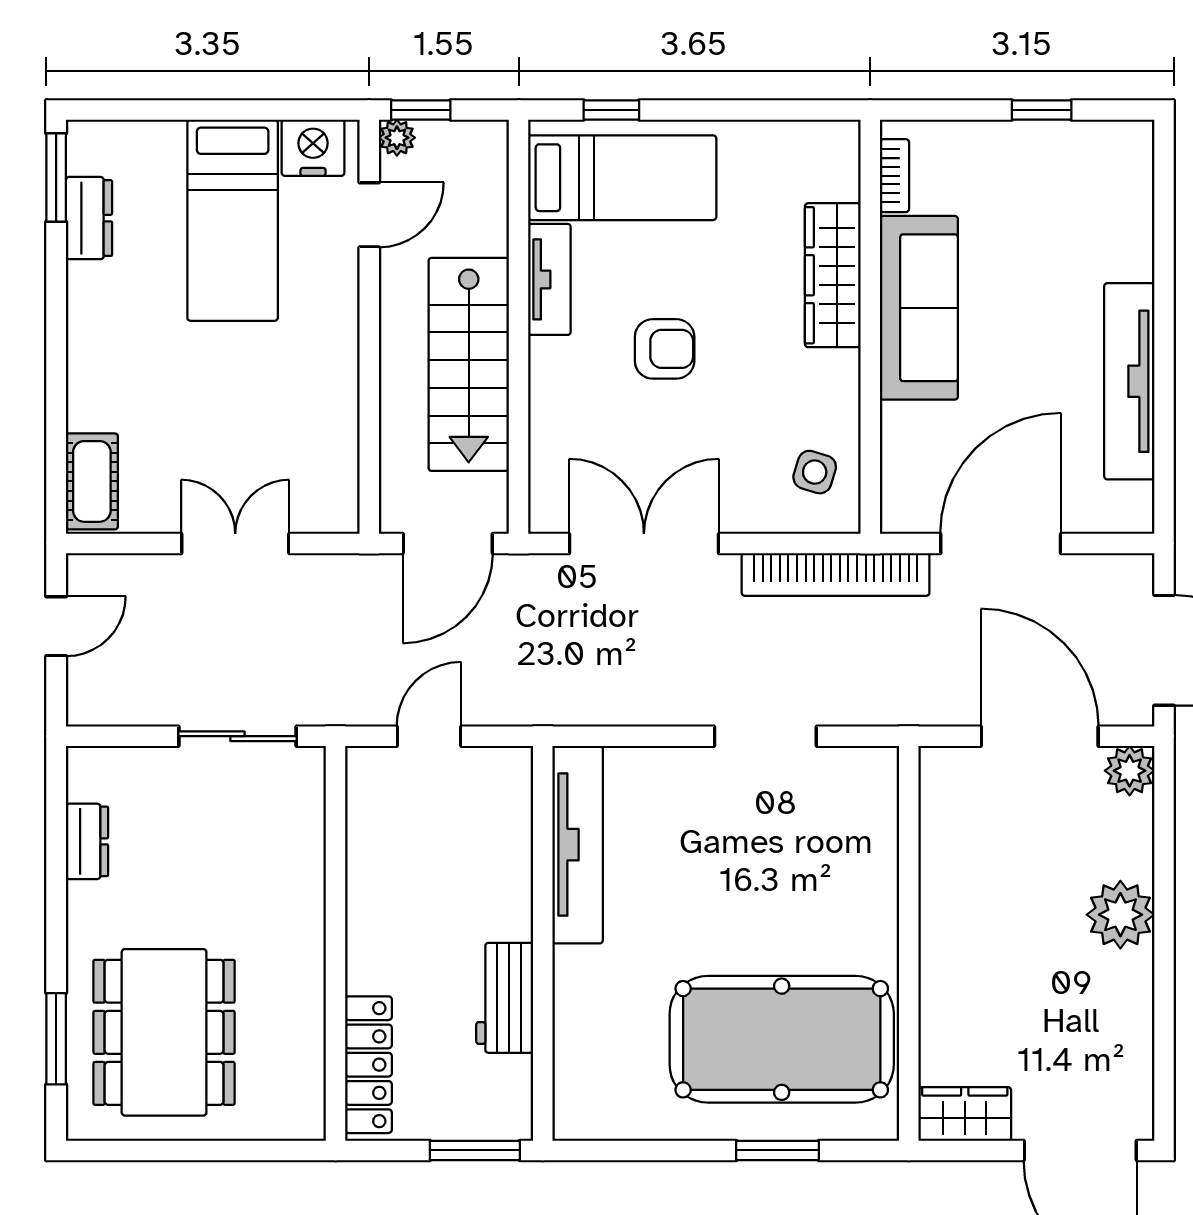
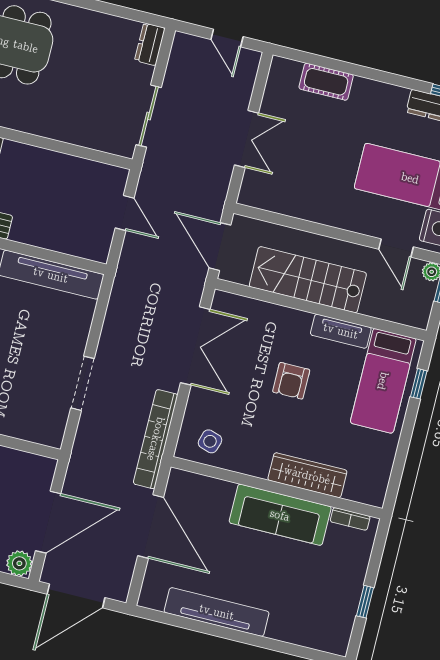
cot: (92, 481) -> (326, 82), moved
dresser: (87, 841) -> (150, 44), moved, turned 90

